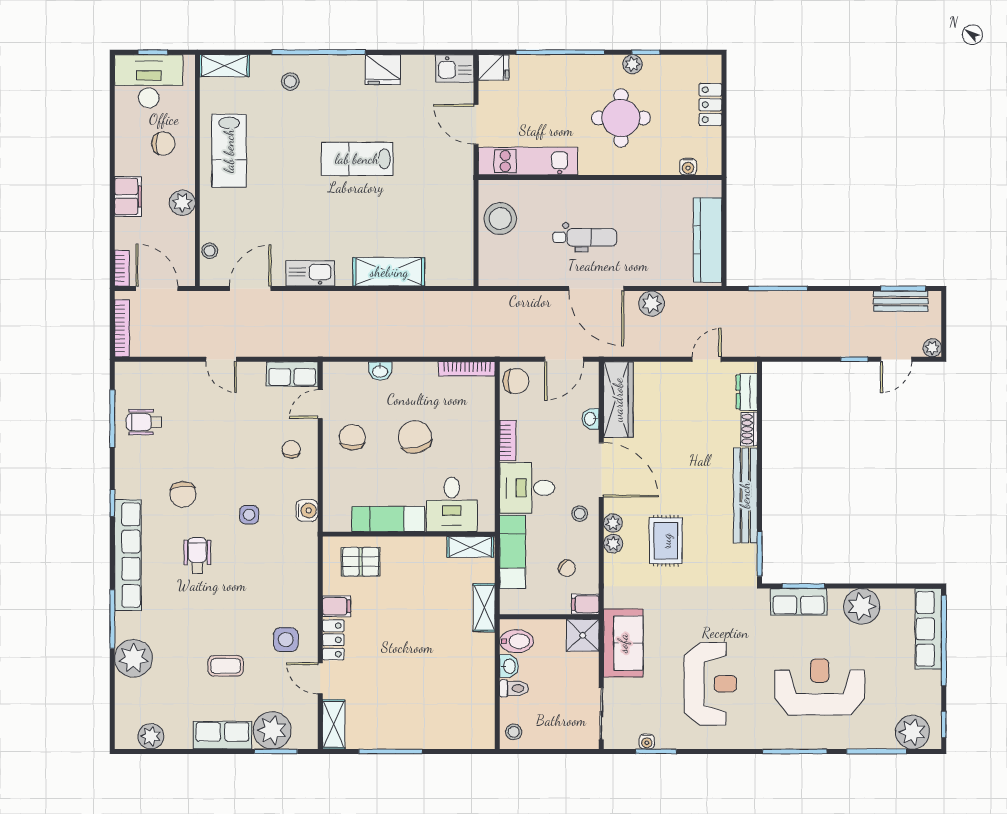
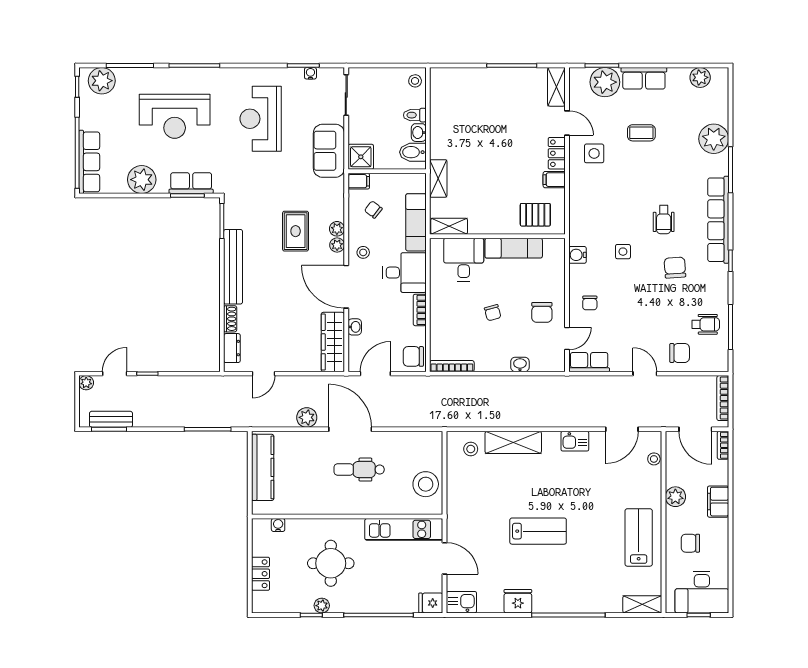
stool: (290, 82) -> (471, 449), moved
kitchen sink: (310, 273) -> (575, 441), width x0.73
chair: (177, 386) -> (680, 353), added
chair: (415, 437) -> (493, 313), width x0.54, depth x0.54

